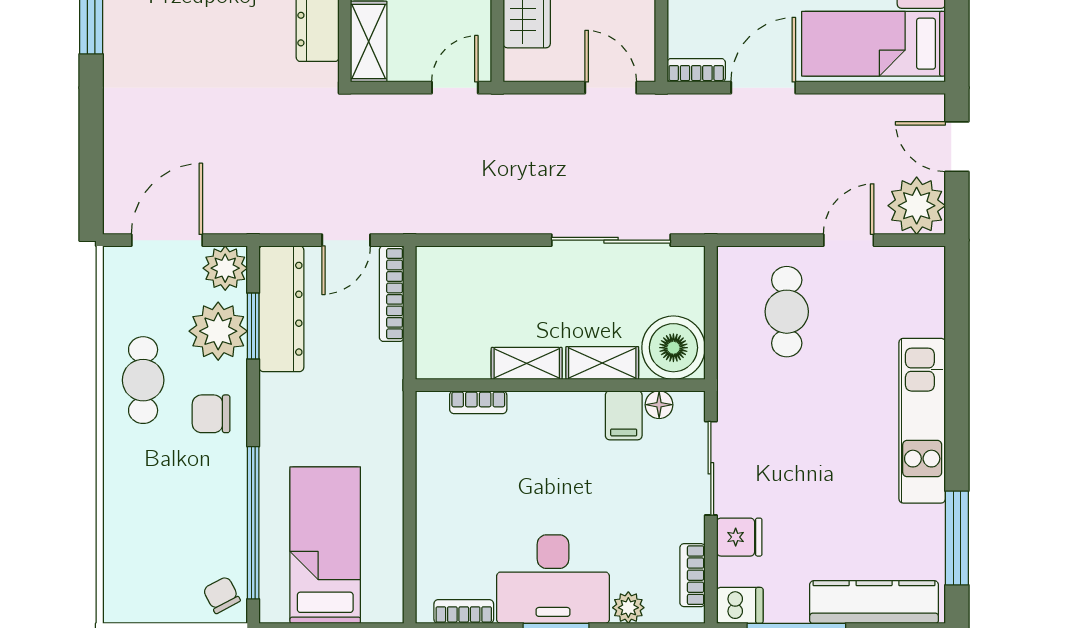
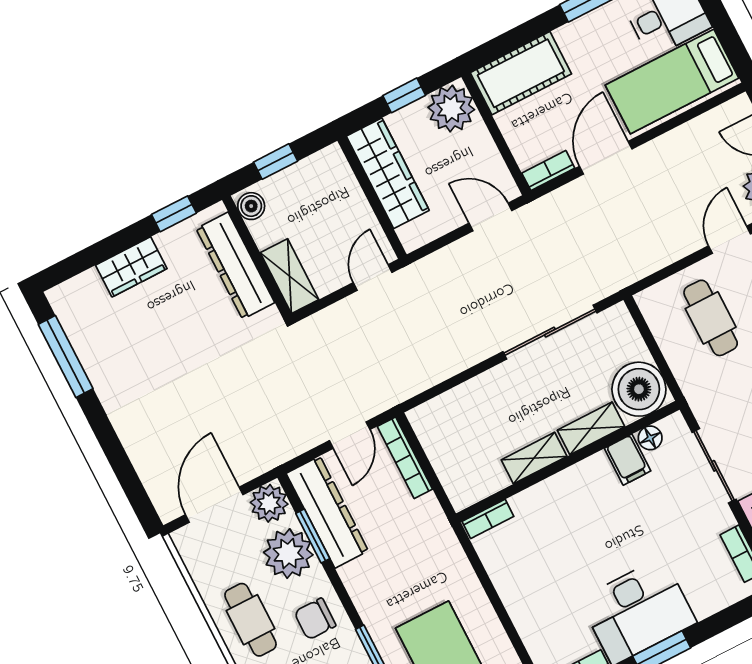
bookcase: (478, 402) -> (488, 519), moved
plant: (628, 608) -> (706, 603), removed

